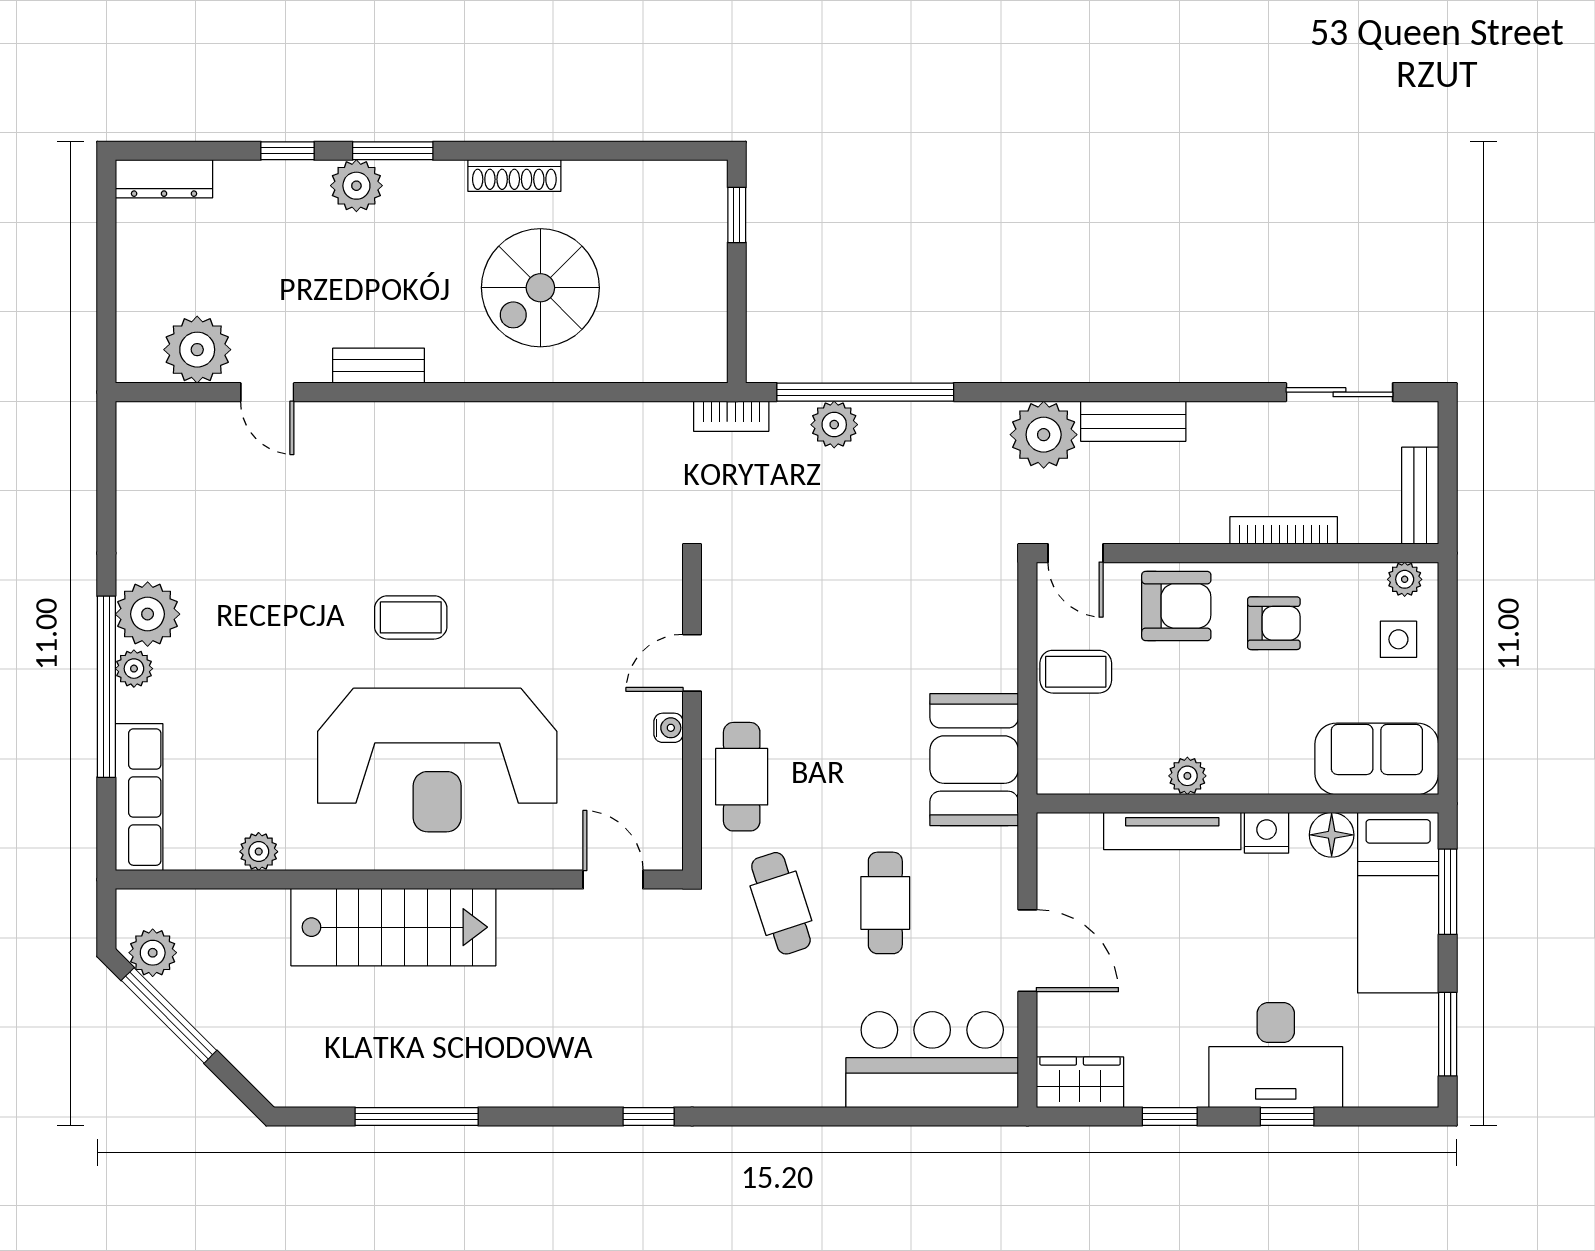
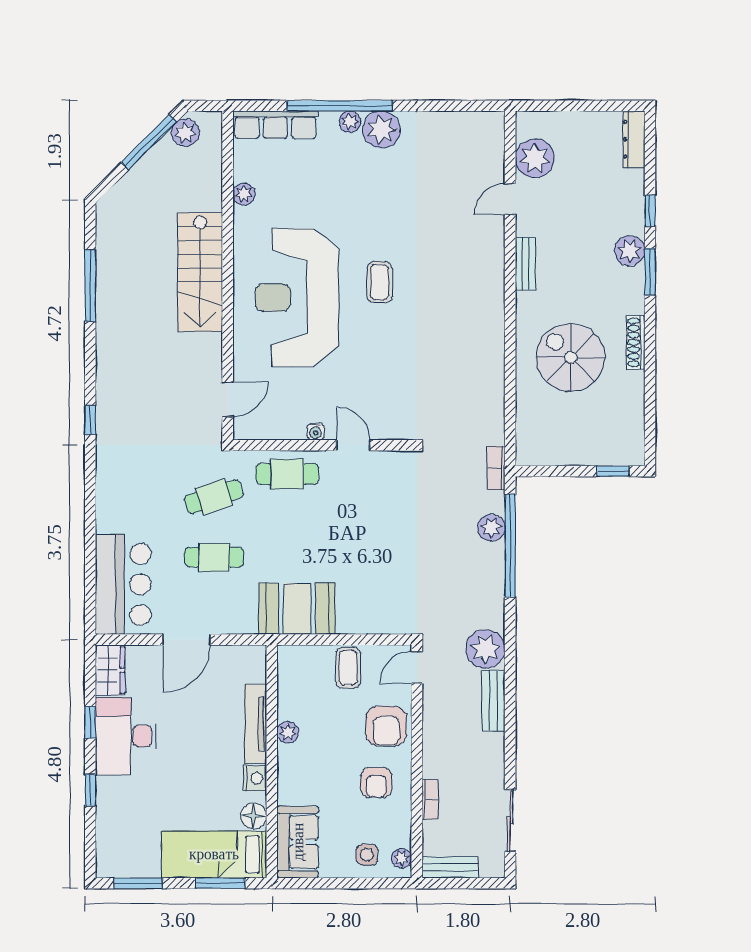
bookcase: (1284, 530) -> (430, 799), width x0.64
desk: (1276, 1055) -> (126, 736), moved

